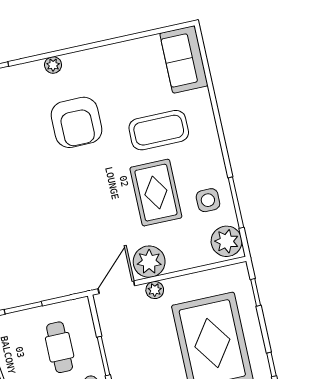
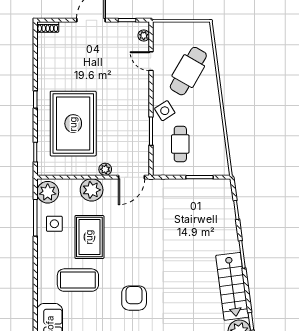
armchair: (77, 122) -> (134, 298), width x0.73, depth x0.73
plant: (149, 262) -> (92, 190), moved

